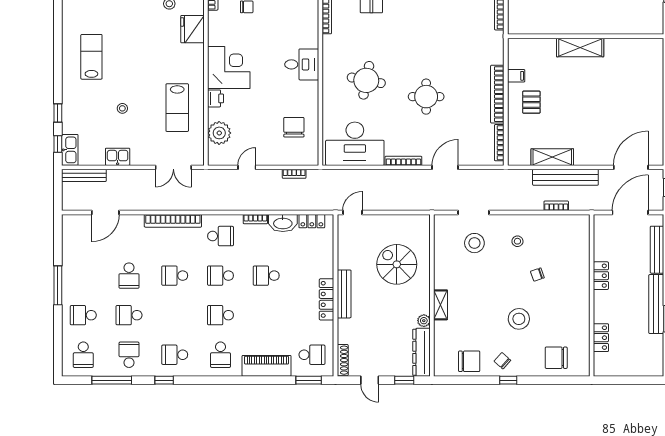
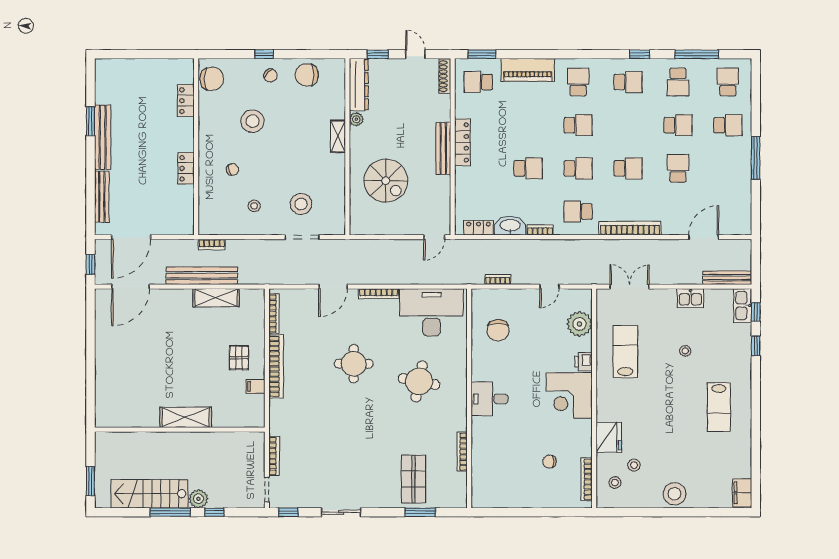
locker: (601, 276) -> (186, 168), moved
wall: (592, 295) -> (196, 147), moved
locker: (601, 338) -> (186, 101), moved

